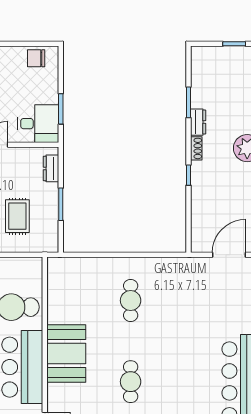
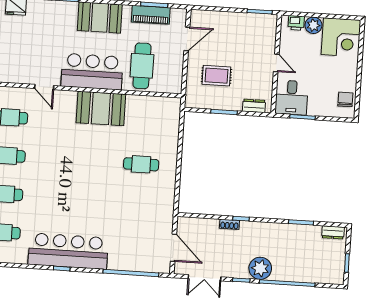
dresser: (198, 122) -> (333, 232), moved
shoe rack: (196, 148) -> (229, 224), moved
cafe table: (131, 382) -> (74, 160), removed

